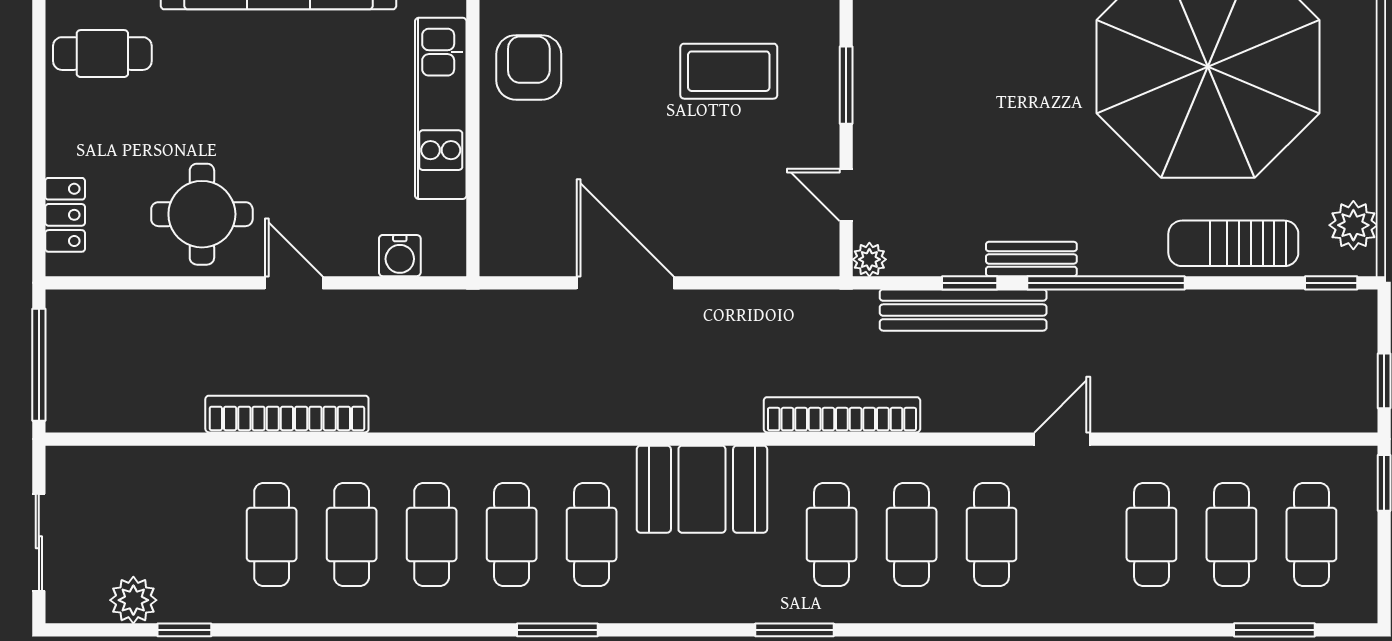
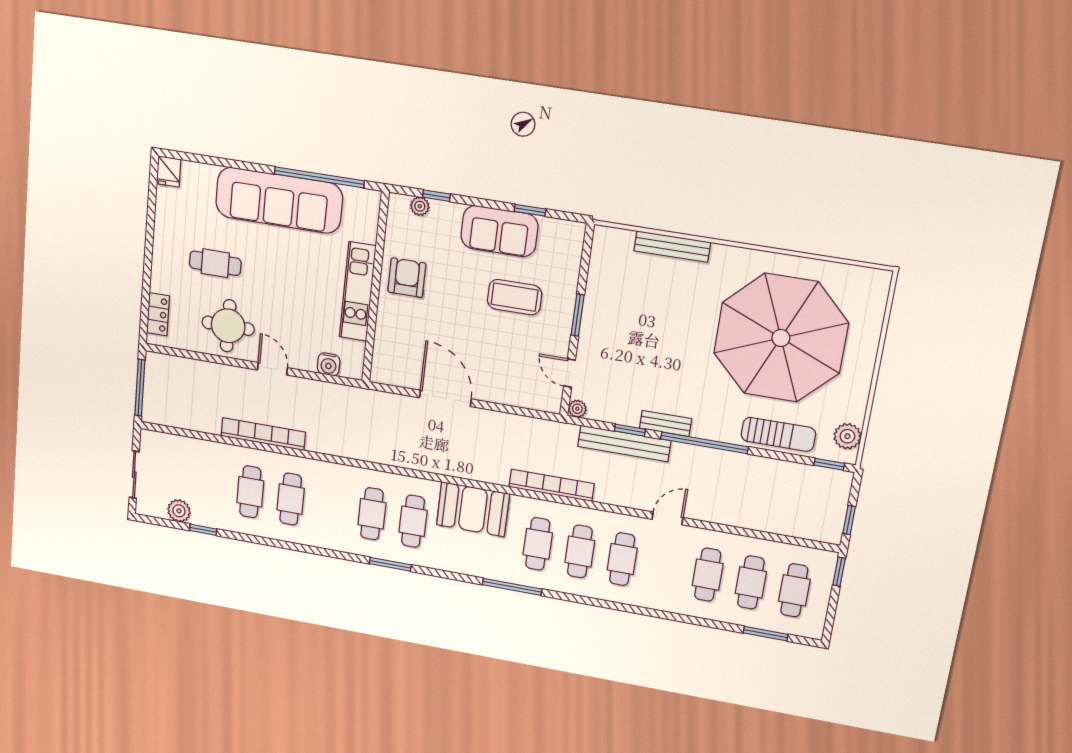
cafe table: (102, 54) -> (215, 263), moved
sun lounger: (1233, 243) -> (778, 434), turned 180
cafe table: (432, 534) -> (331, 506), removed
window: (795, 630) -> (512, 587), width x1.44

